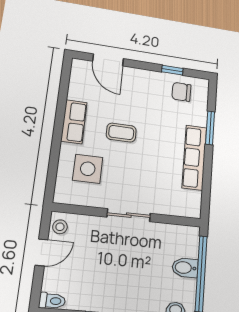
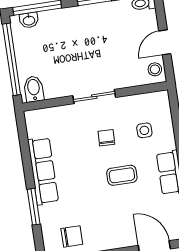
side table: (88, 169) -> (144, 130), width x0.54, depth x0.54
chair: (127, 172) -> (106, 138), added
bidet: (185, 268) -> (34, 89), moved, turned -90

